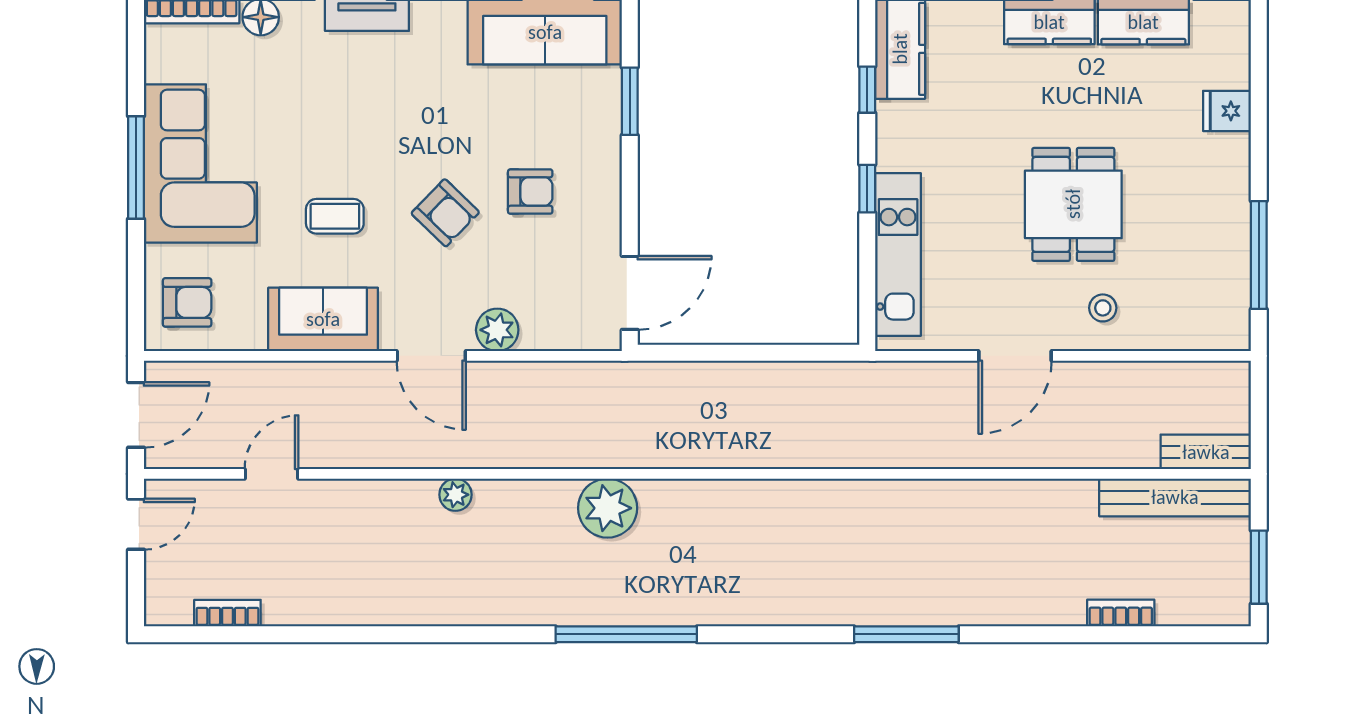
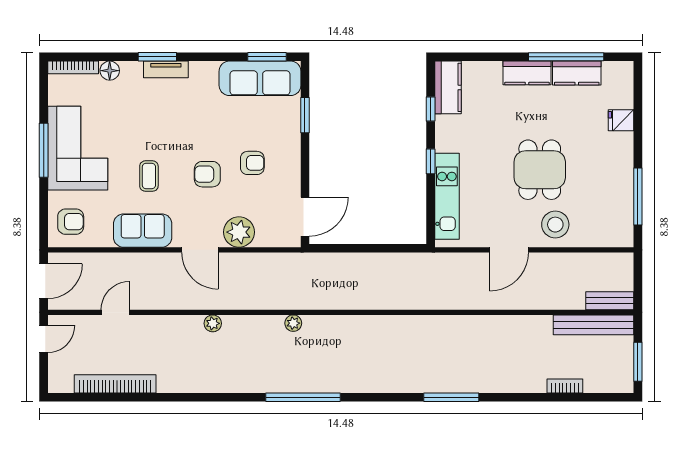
armchair: (445, 213) -> (207, 174), turned 136
coffee table: (335, 216) -> (149, 176), turned 90
stool: (1103, 308) -> (555, 225), width x1.89, depth x1.89
plant: (497, 330) -> (239, 232), width x1.36, depth x1.36
plant: (608, 508) -> (293, 323), width x0.53, depth x0.53
bookcase: (227, 613) -> (115, 384), width x2.31, depth x1.31

